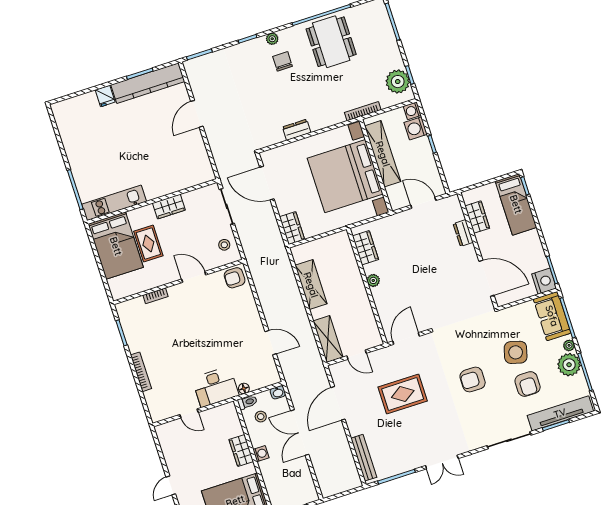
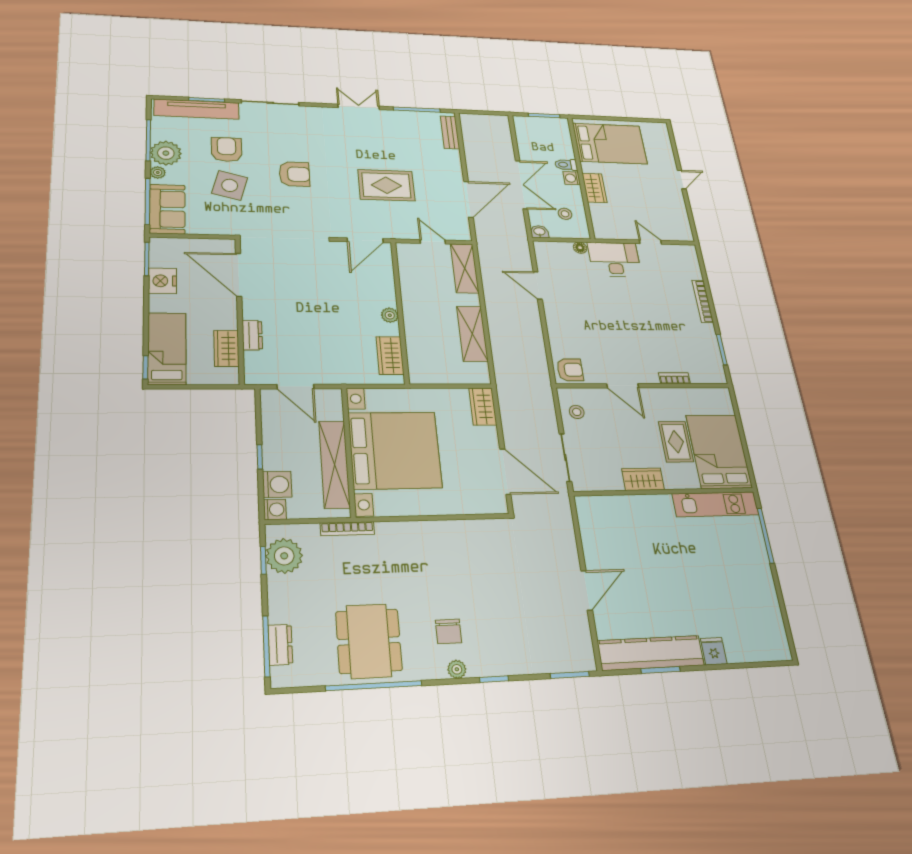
dresser: (297, 130) -> (280, 645), moved, turned -90
nightstand: (544, 281) -> (163, 281), moved
toilet: (247, 402) -> (566, 165), moved
bench: (364, 458) -> (450, 132), width x0.73

